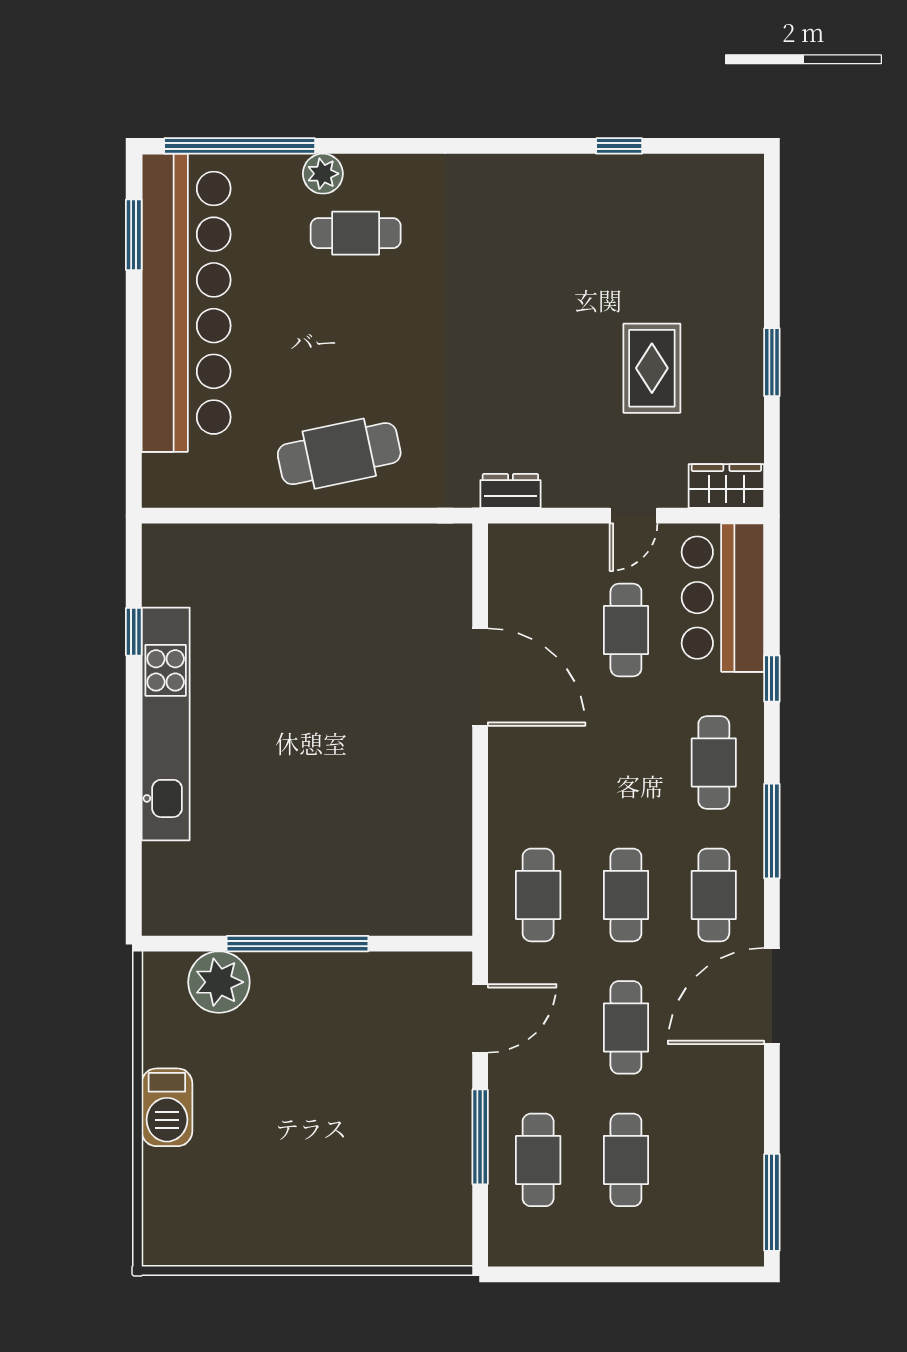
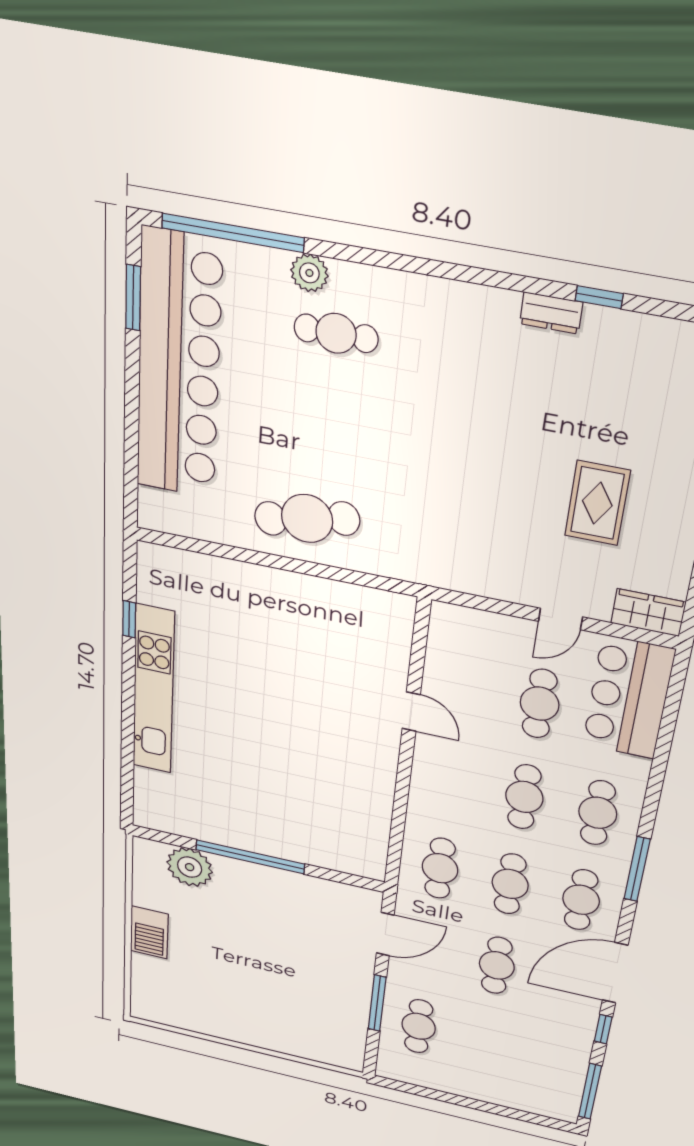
dresser: (510, 491) -> (551, 313), moved, turned 180
door: (480, 677) -> (411, 712), width x0.53
window: (772, 679) -> (603, 1029), moved
cafe table: (626, 1160) -> (524, 797), moved

